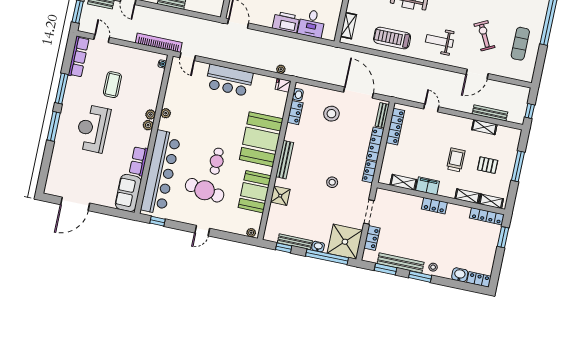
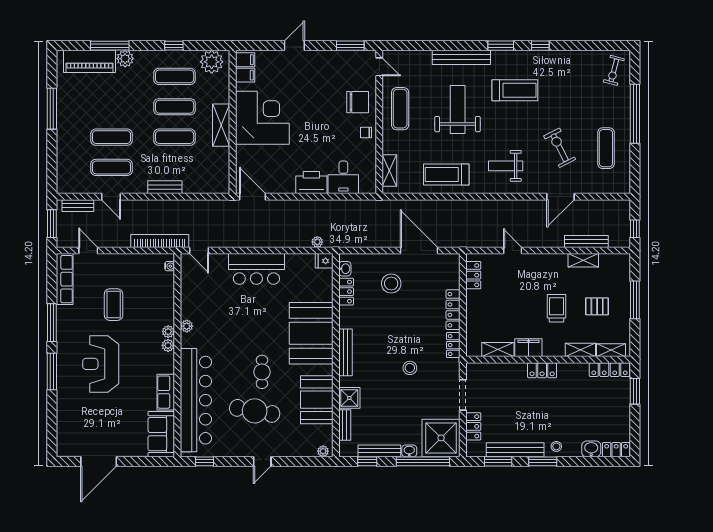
bench: (382, 115) -> (345, 425), moved
locker: (395, 127) -> (473, 275), width x0.66

